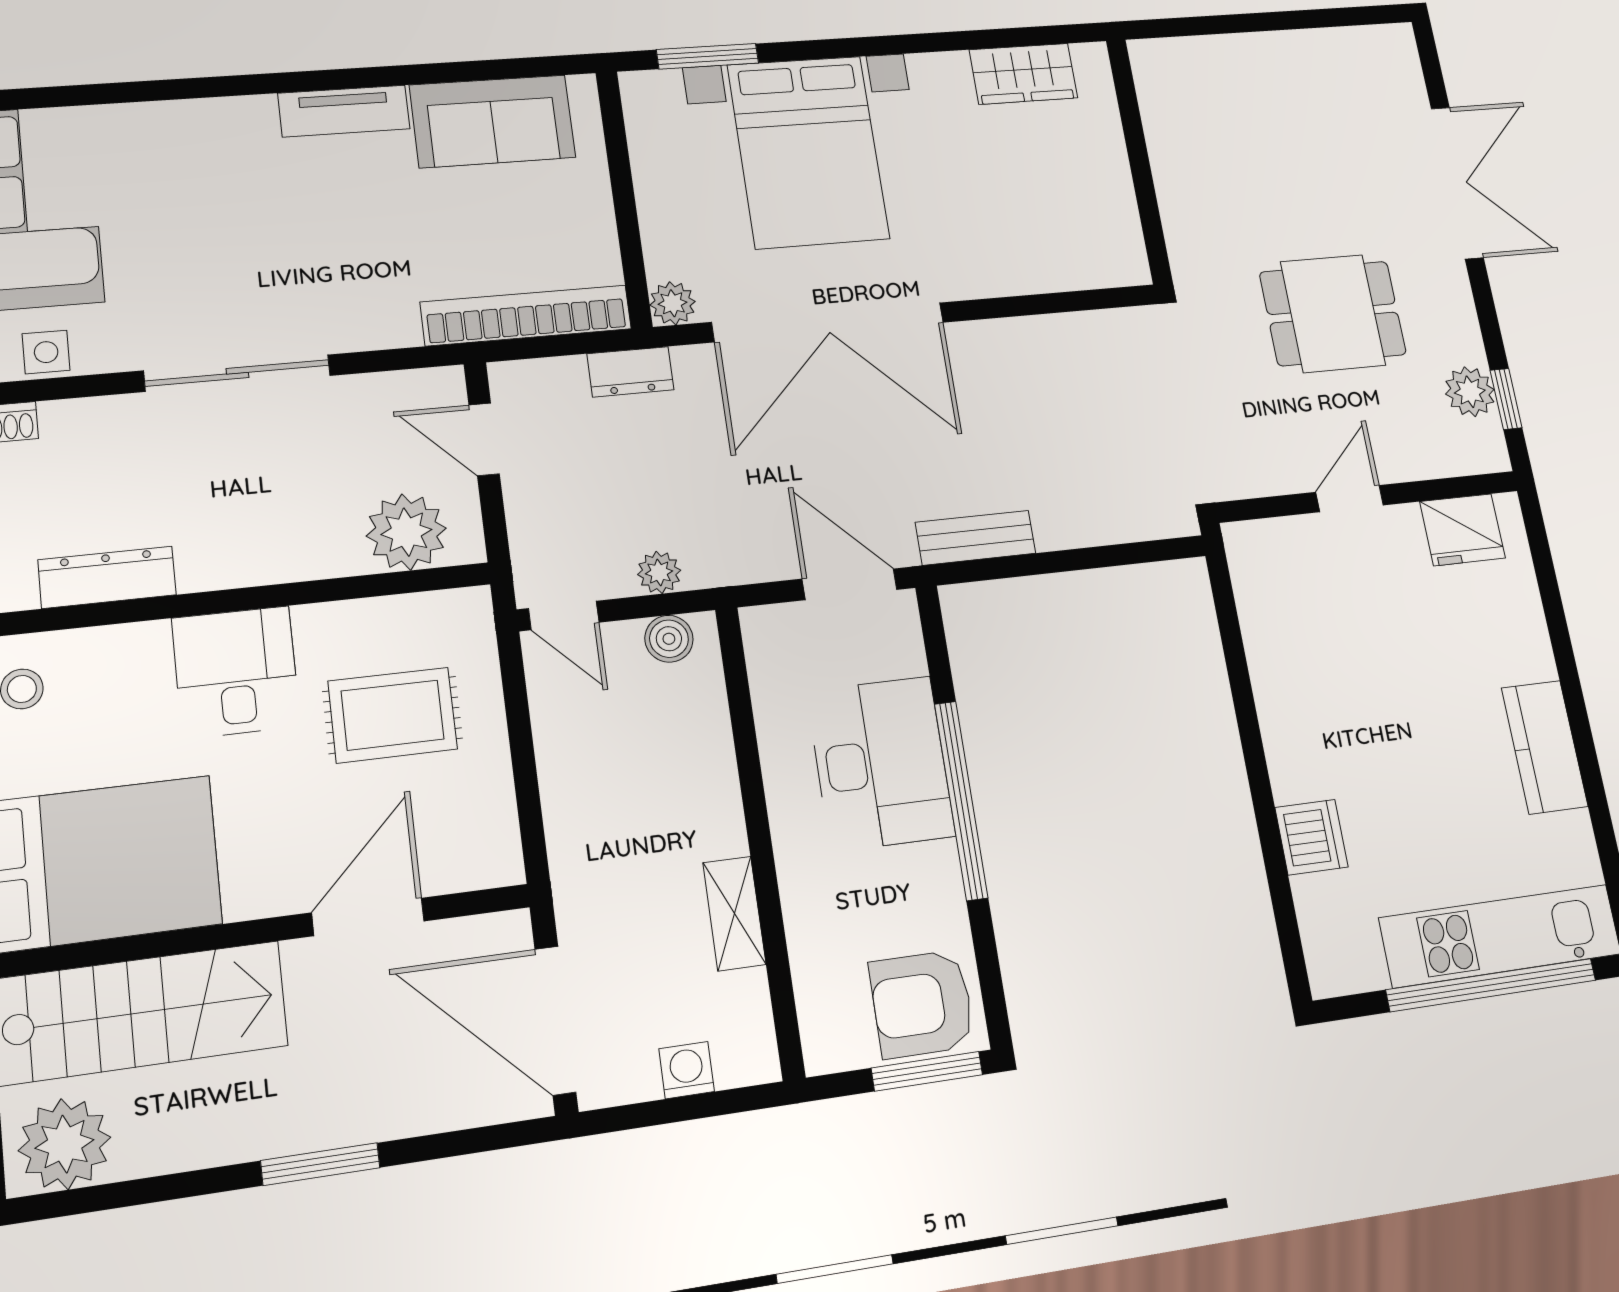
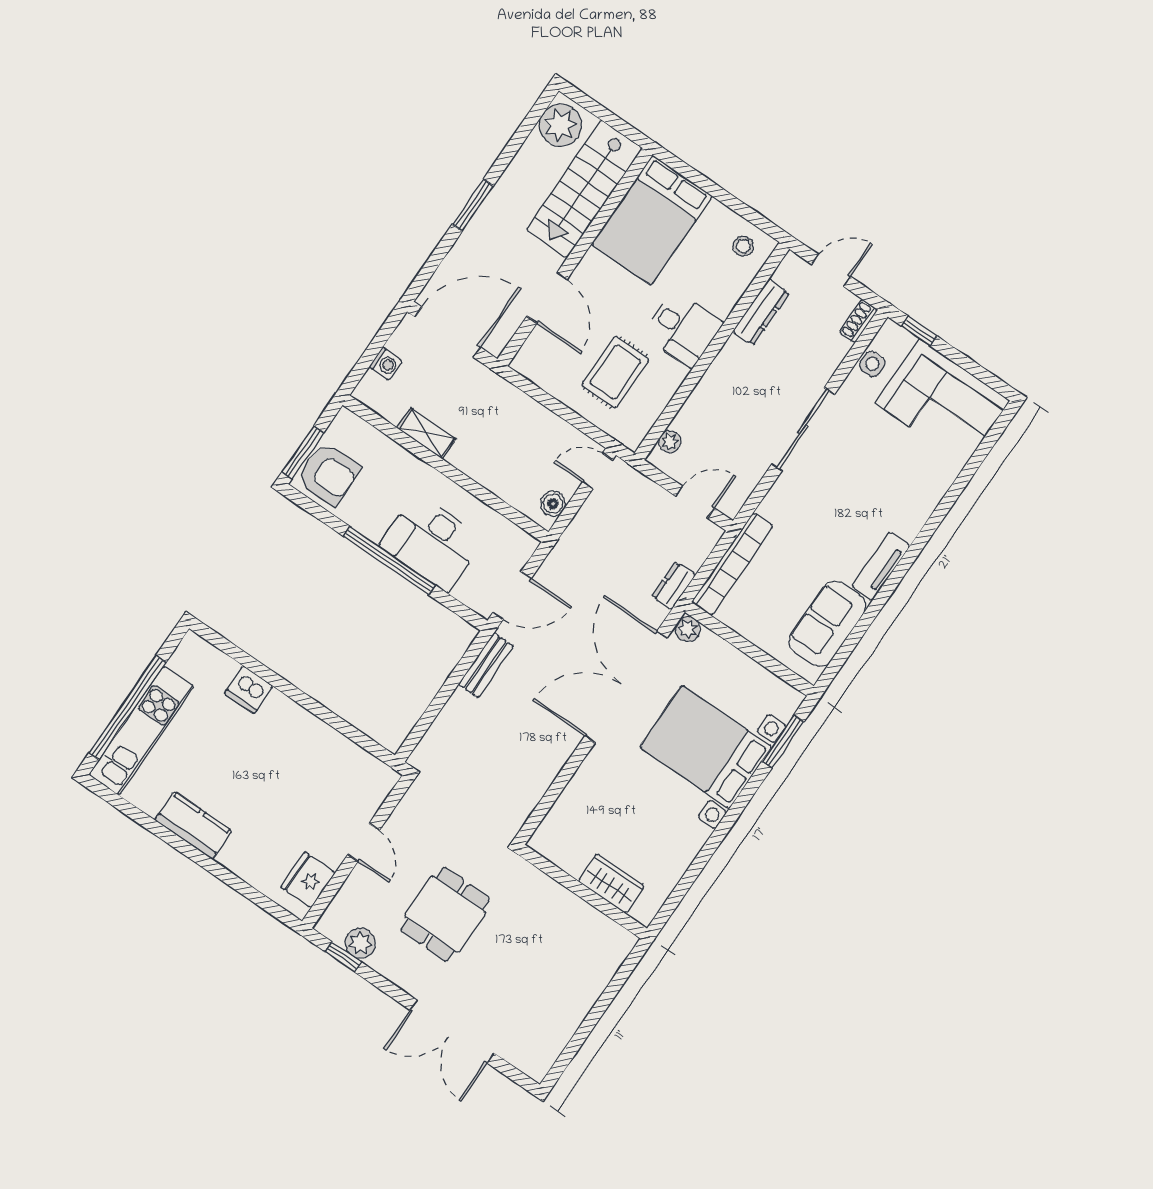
wardrobe: (1023, 74) -> (611, 884), moved, turned 90
plant: (406, 532) -> (670, 442), width x0.53, depth x0.53
plant: (659, 572) -> (582, 524), removed
armchair: (922, 1004) -> (329, 474), turned 90

